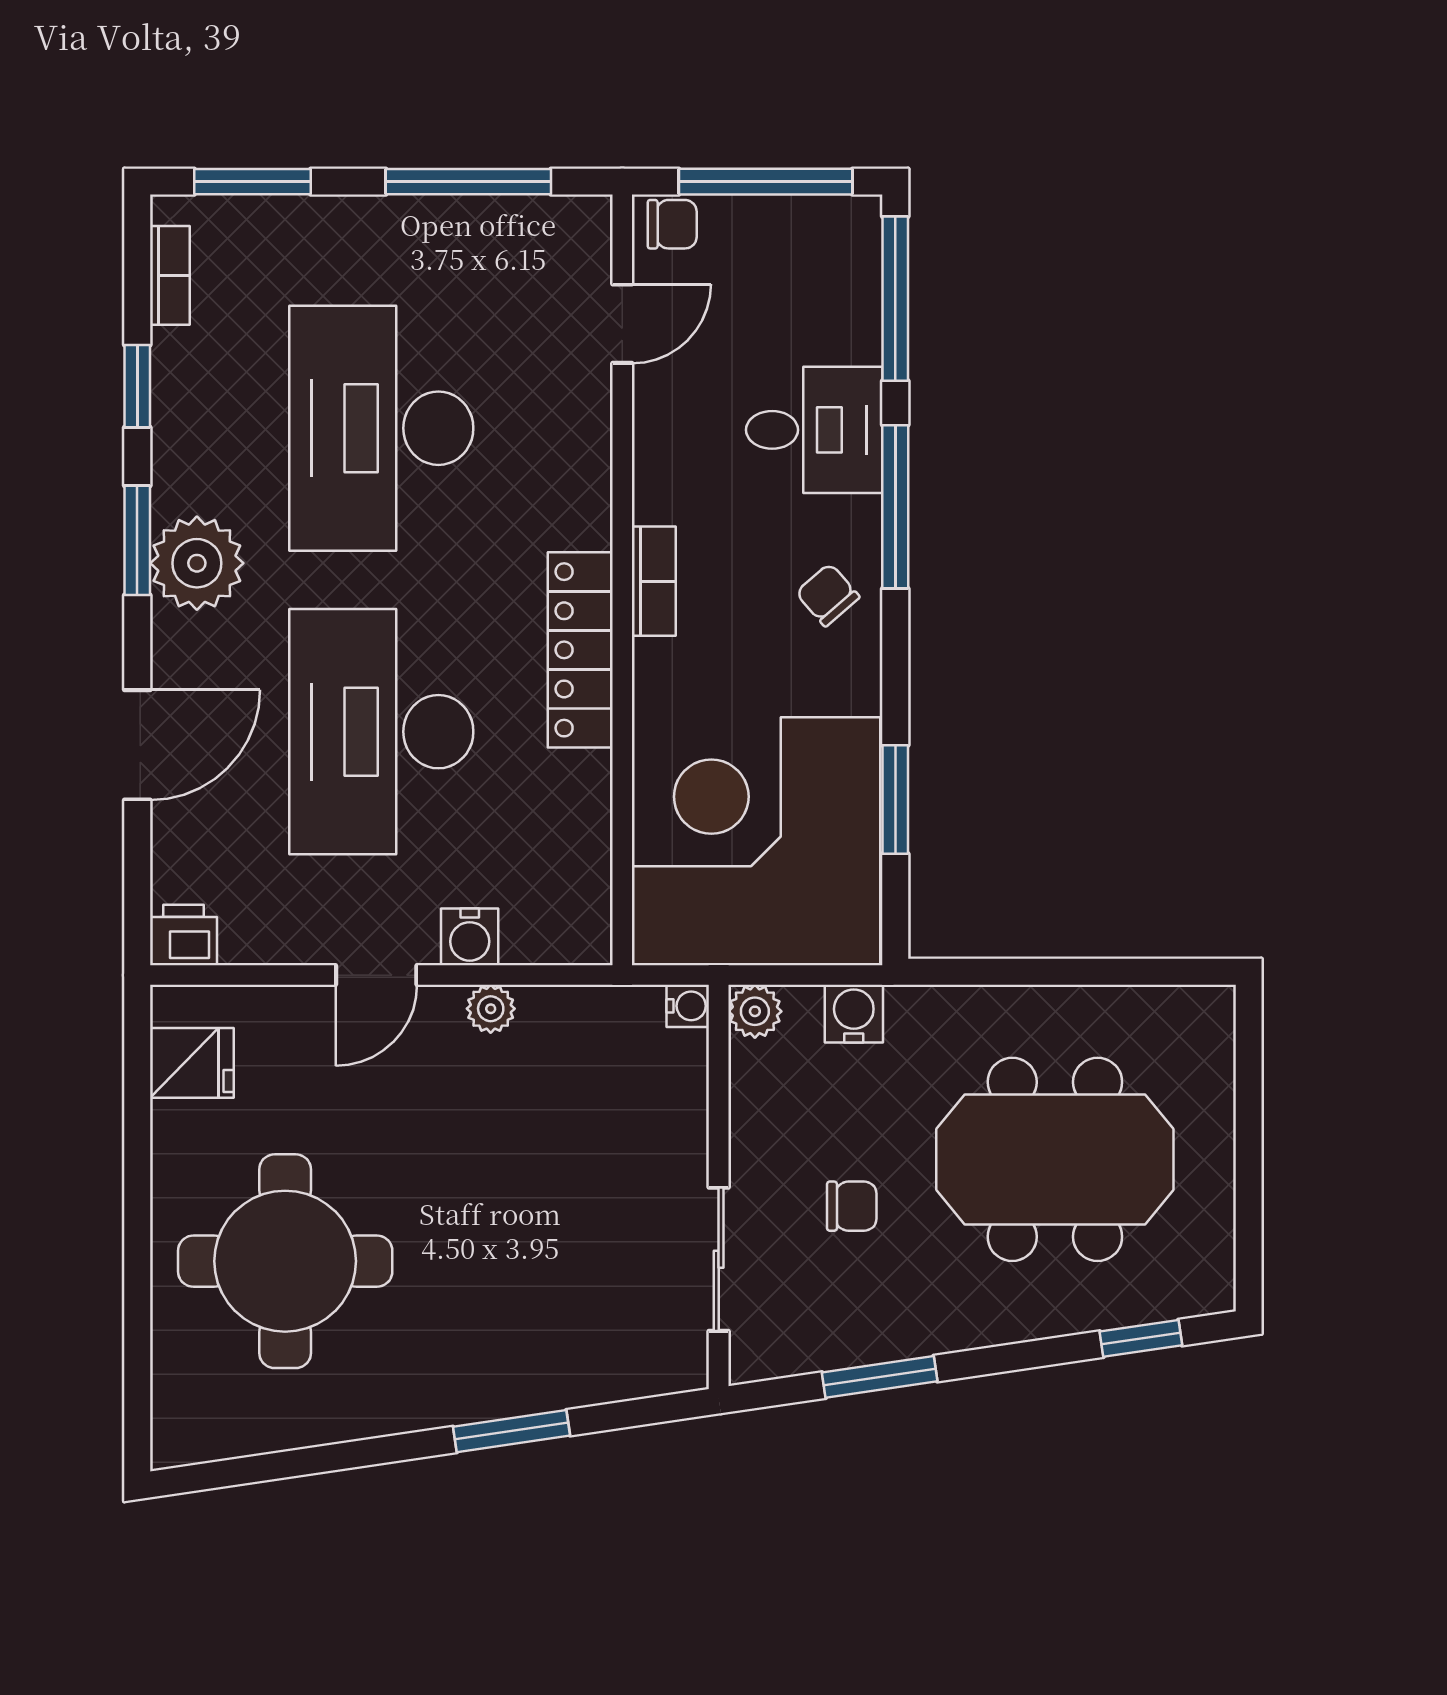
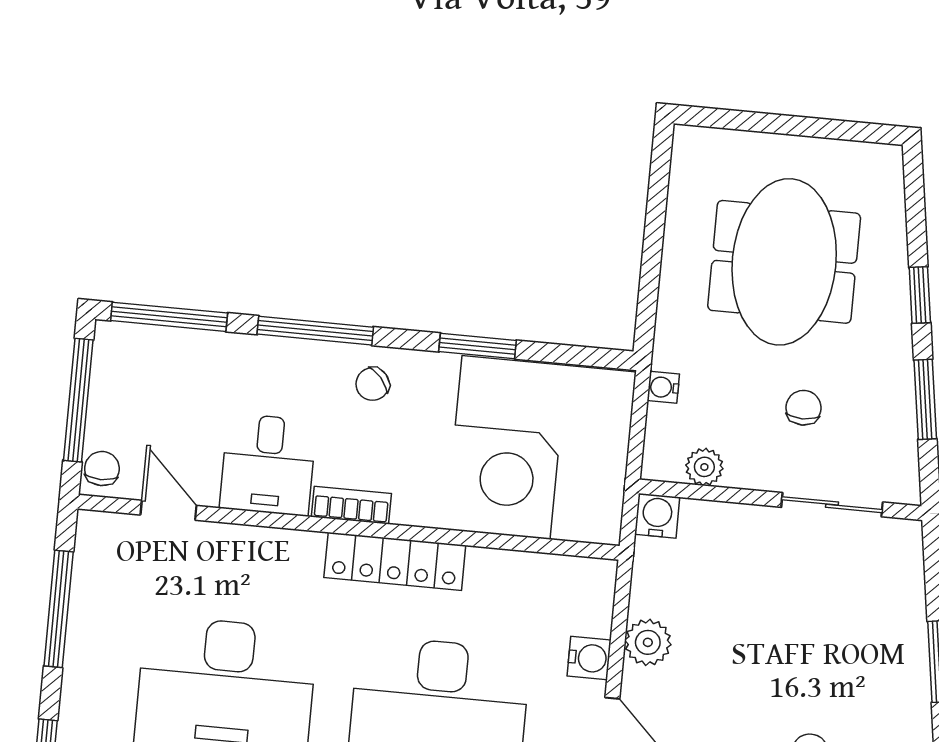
desk: (814, 430) -> (268, 465), moved, turned 180
window: (895, 799) -> (478, 346), moved
water cooler: (688, 1006) -> (657, 516), width x1.38, depth x1.38
plant: (491, 1009) -> (648, 642), width x1.38, depth x1.38
plant: (755, 1011) -> (704, 467), moved
water cooler: (854, 1014) -> (663, 387), width x0.72, depth x0.72
window: (1141, 1338) -> (920, 295), moved

